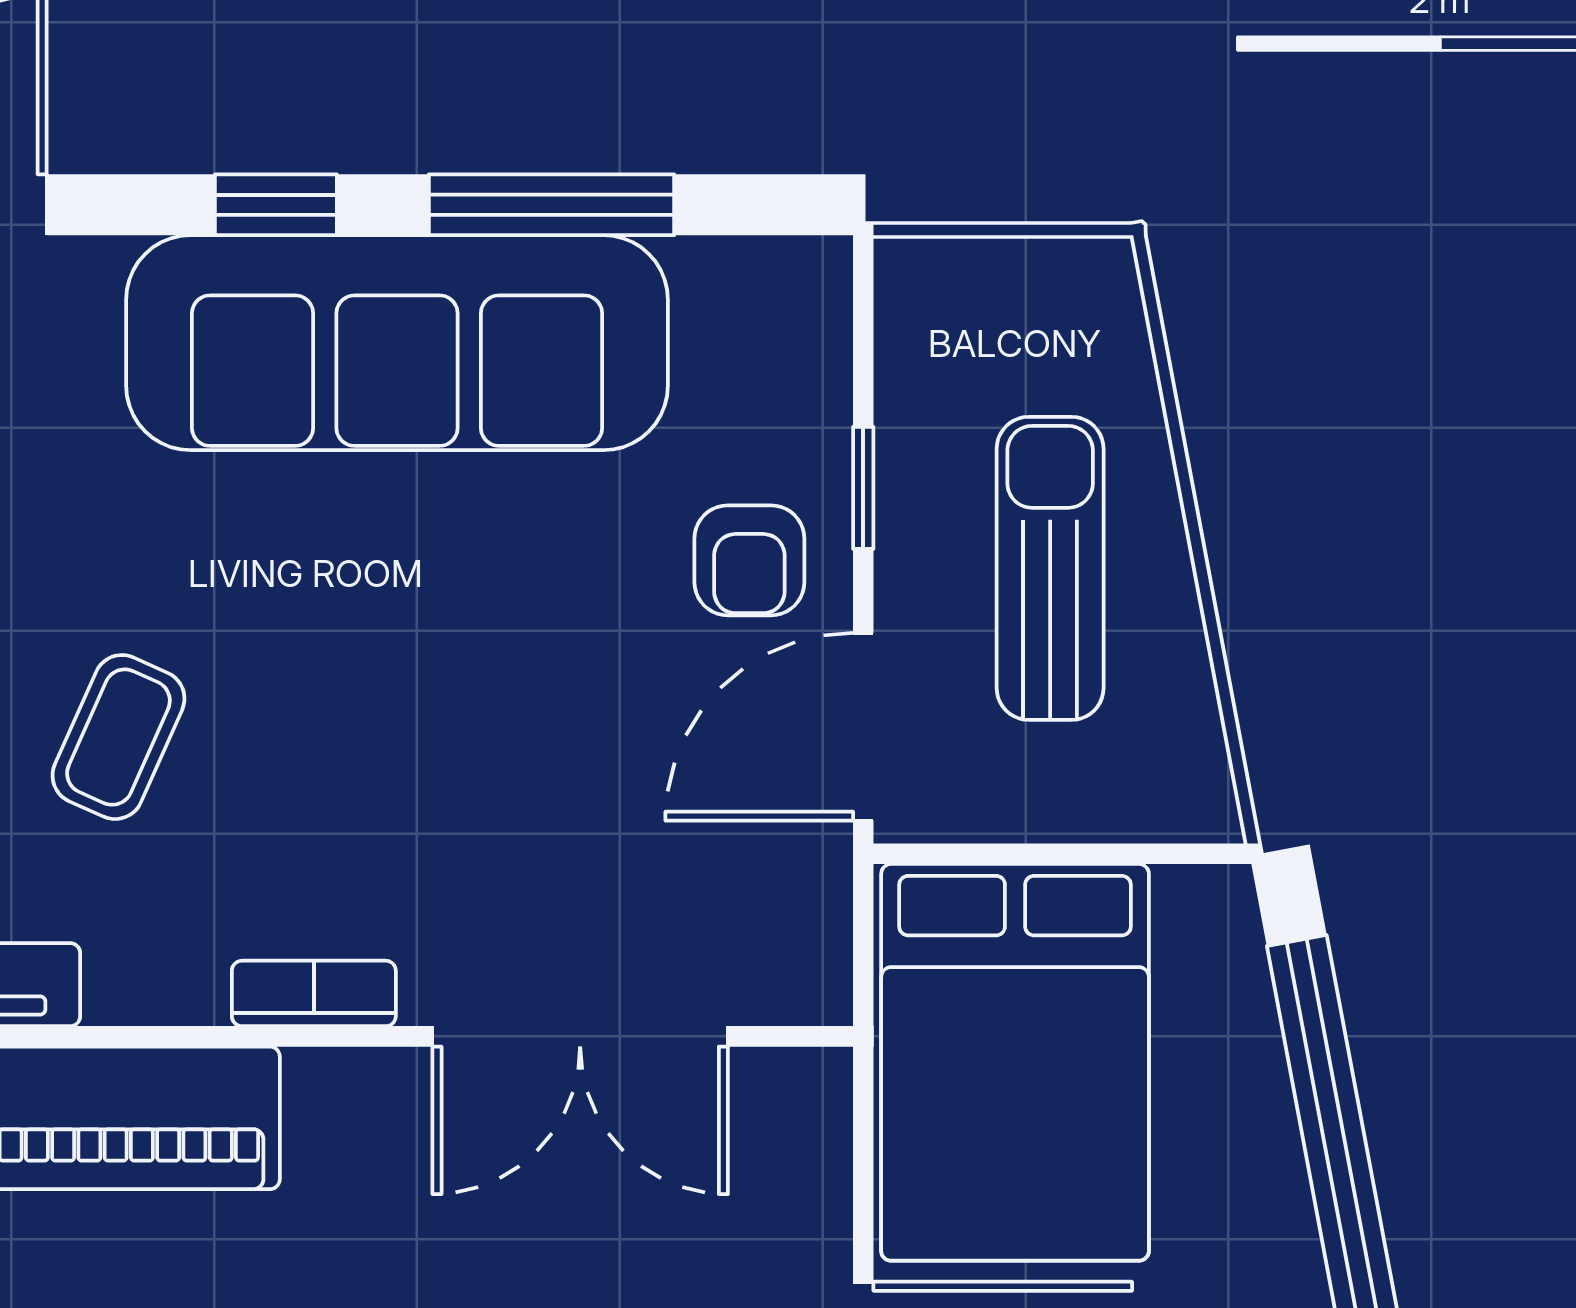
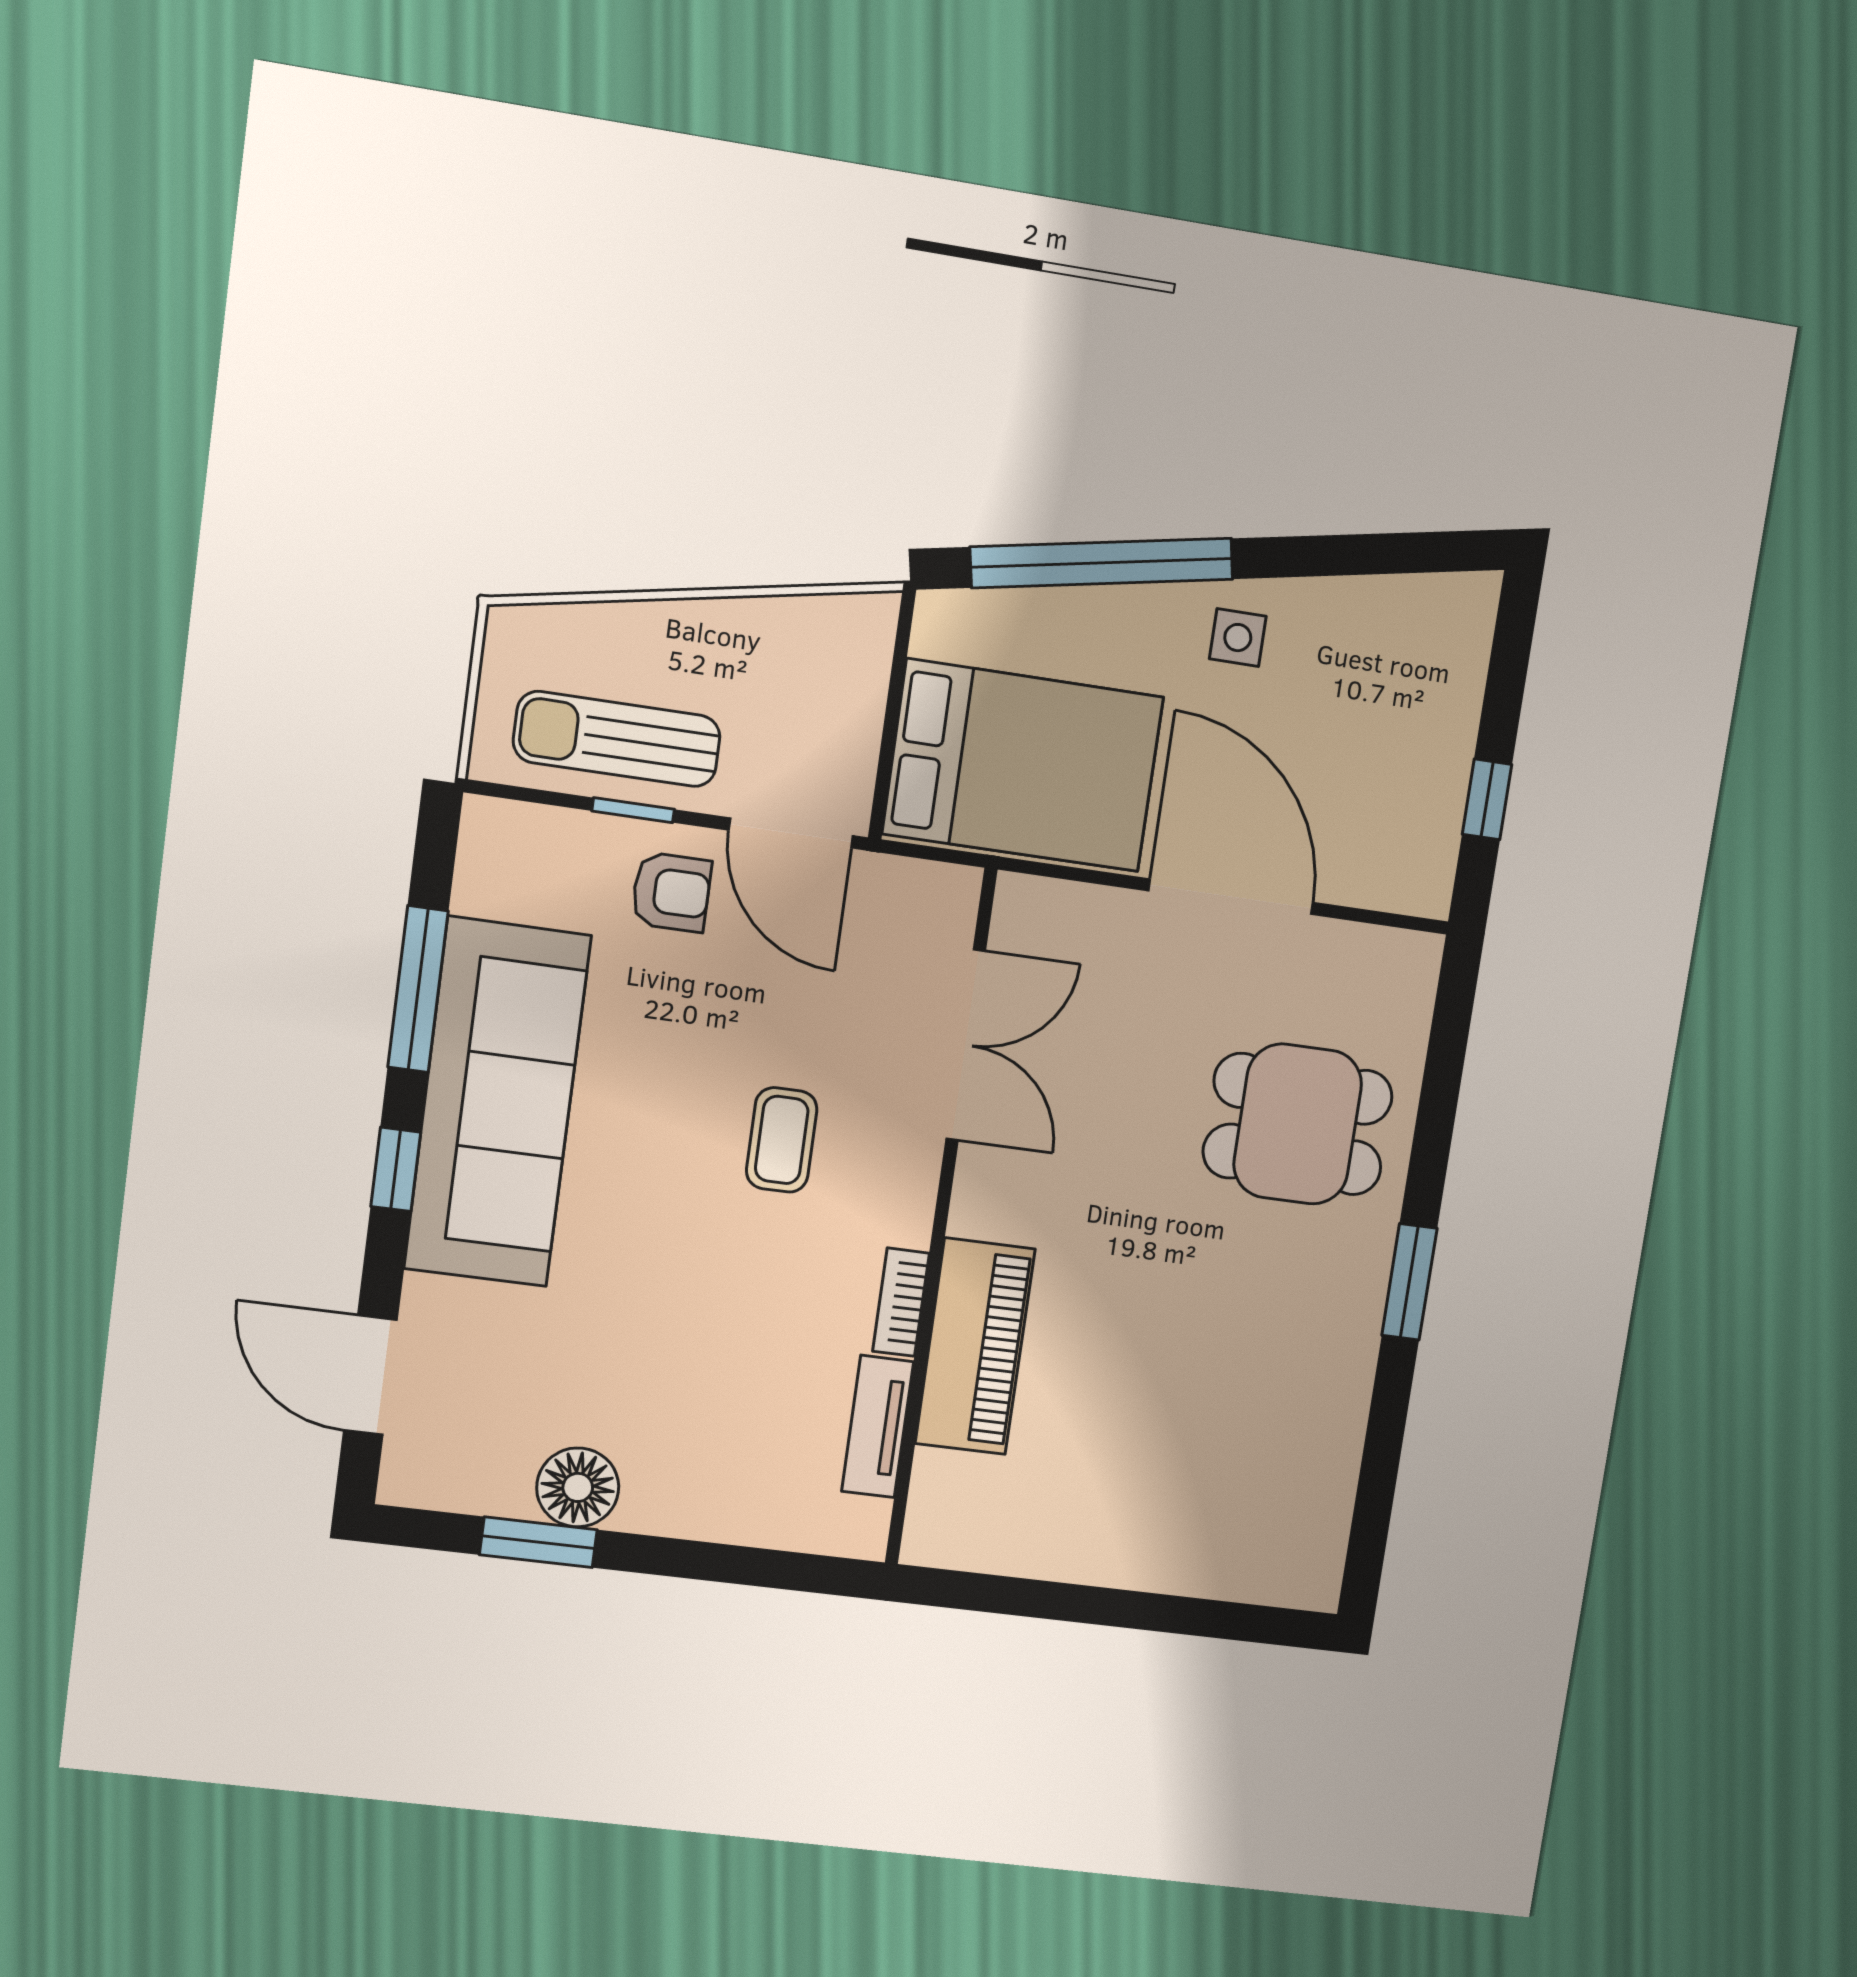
sun lounger: (1050, 568) -> (617, 739), moved
coffee table: (118, 737) -> (782, 1140), moved, turned 66
bookcase: (314, 993) -> (901, 1302), moved

